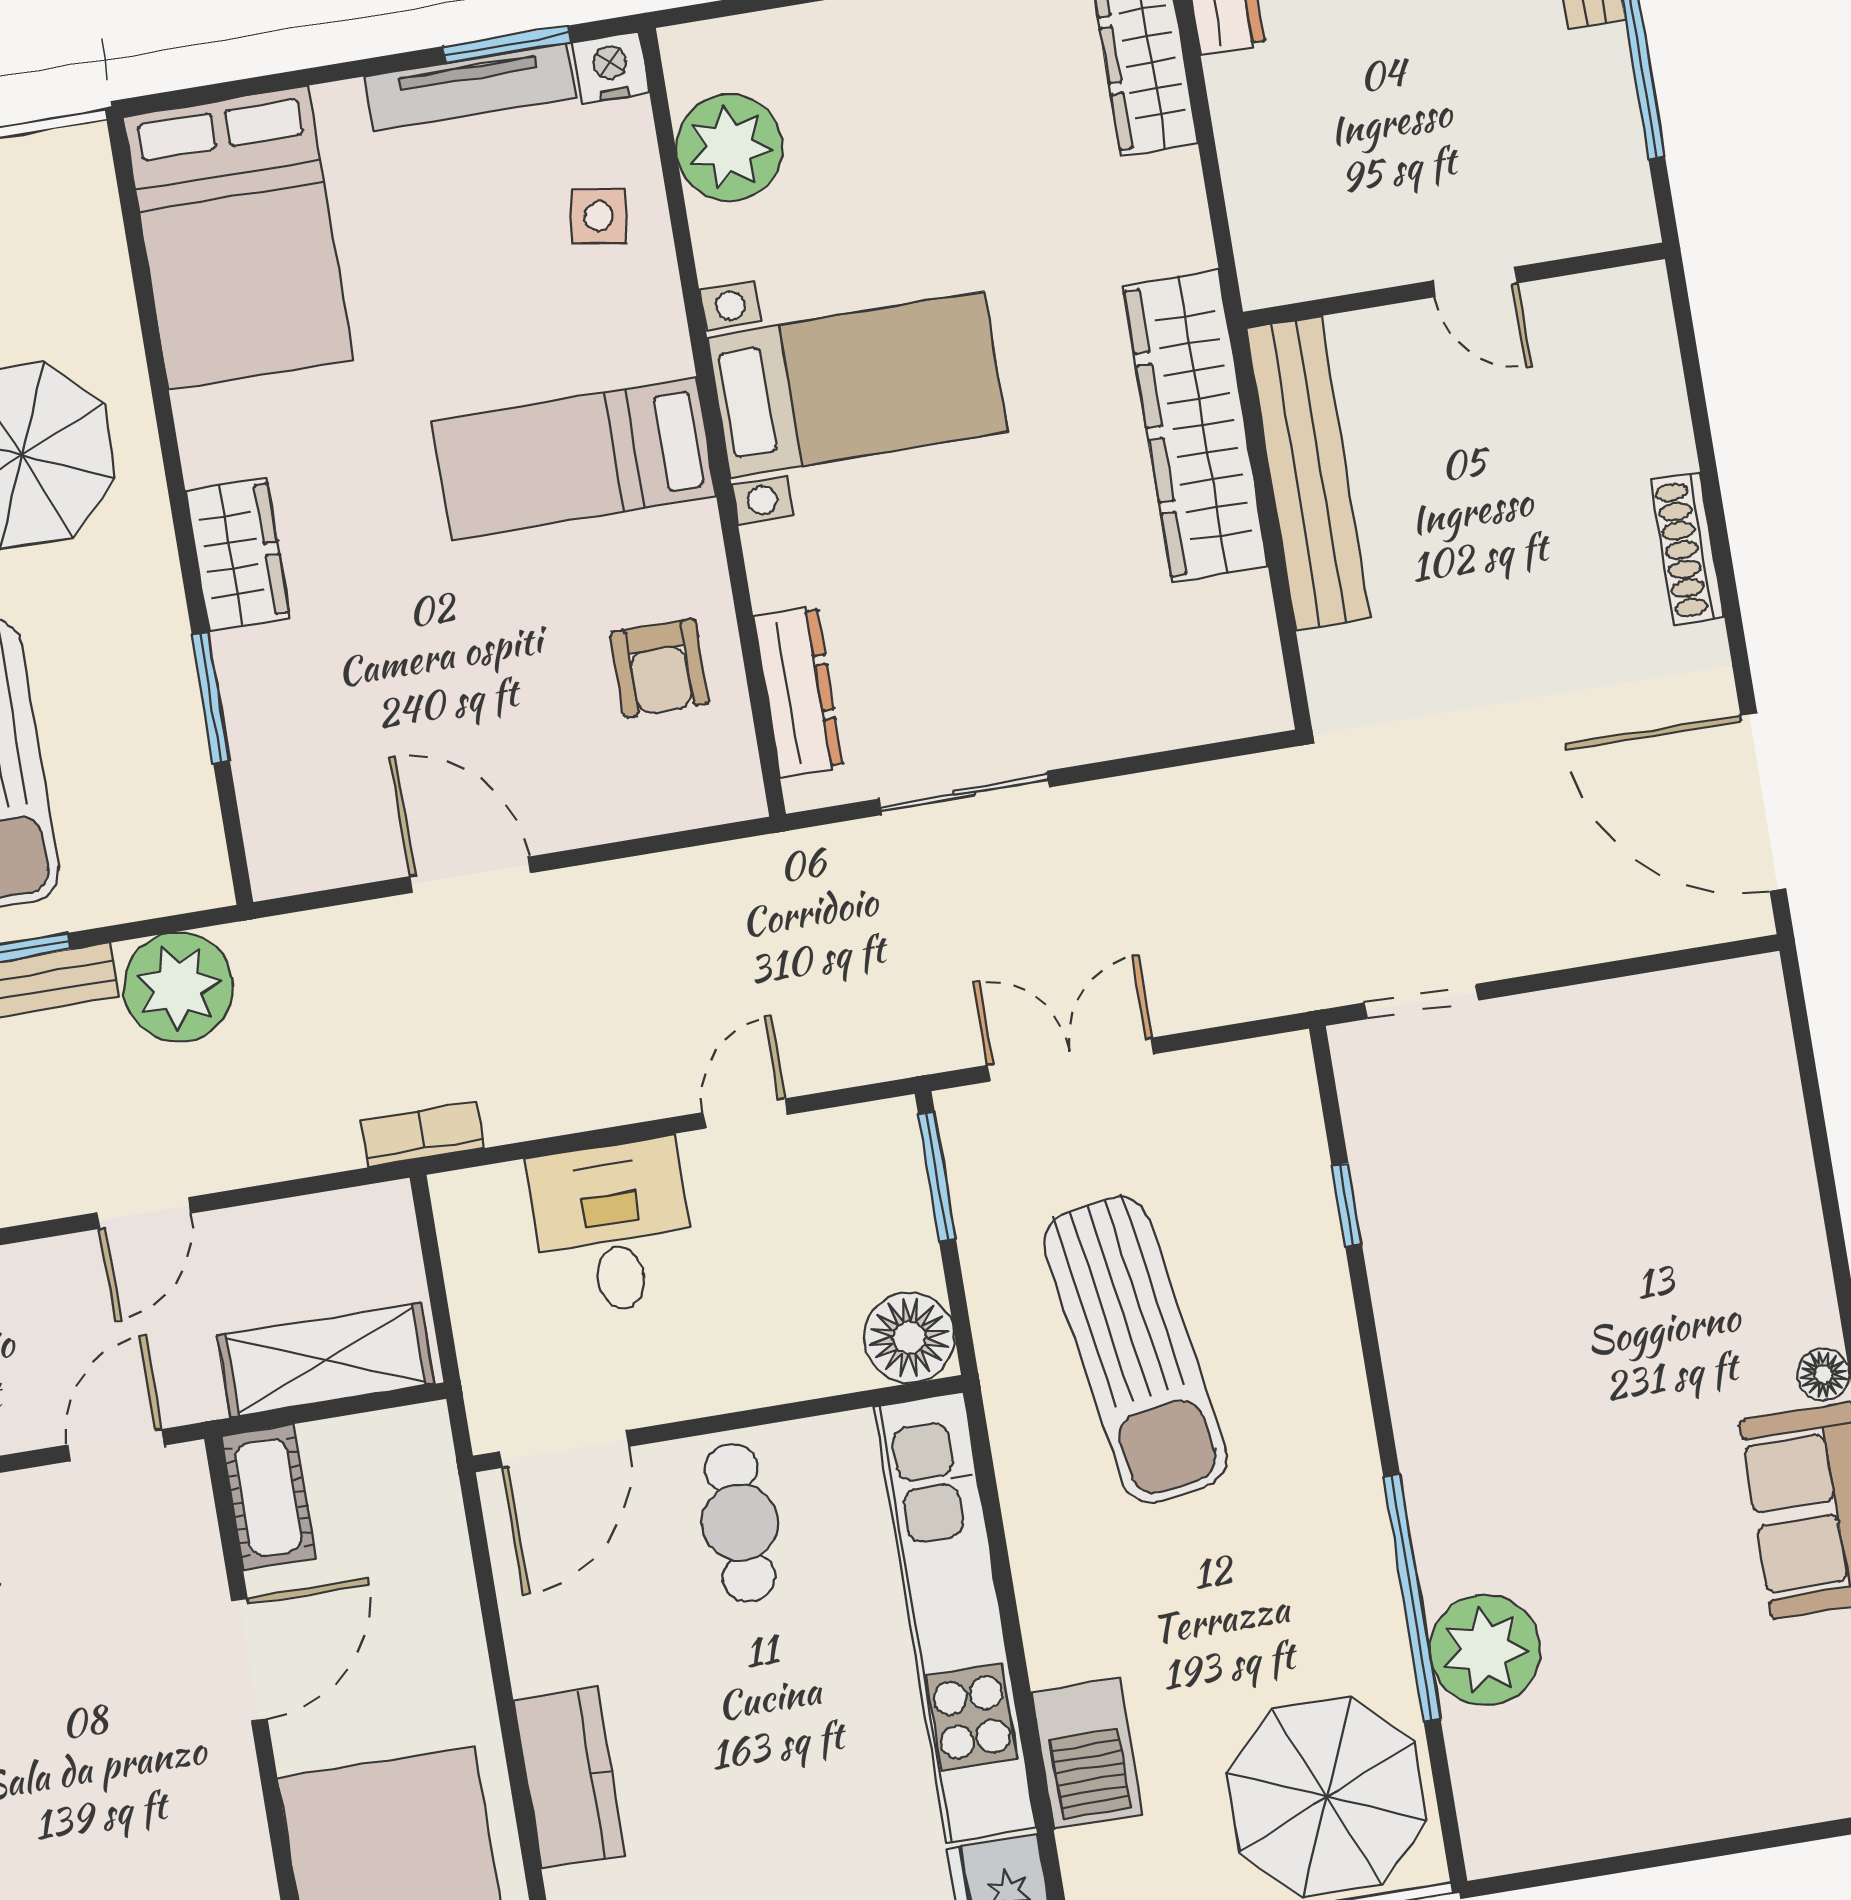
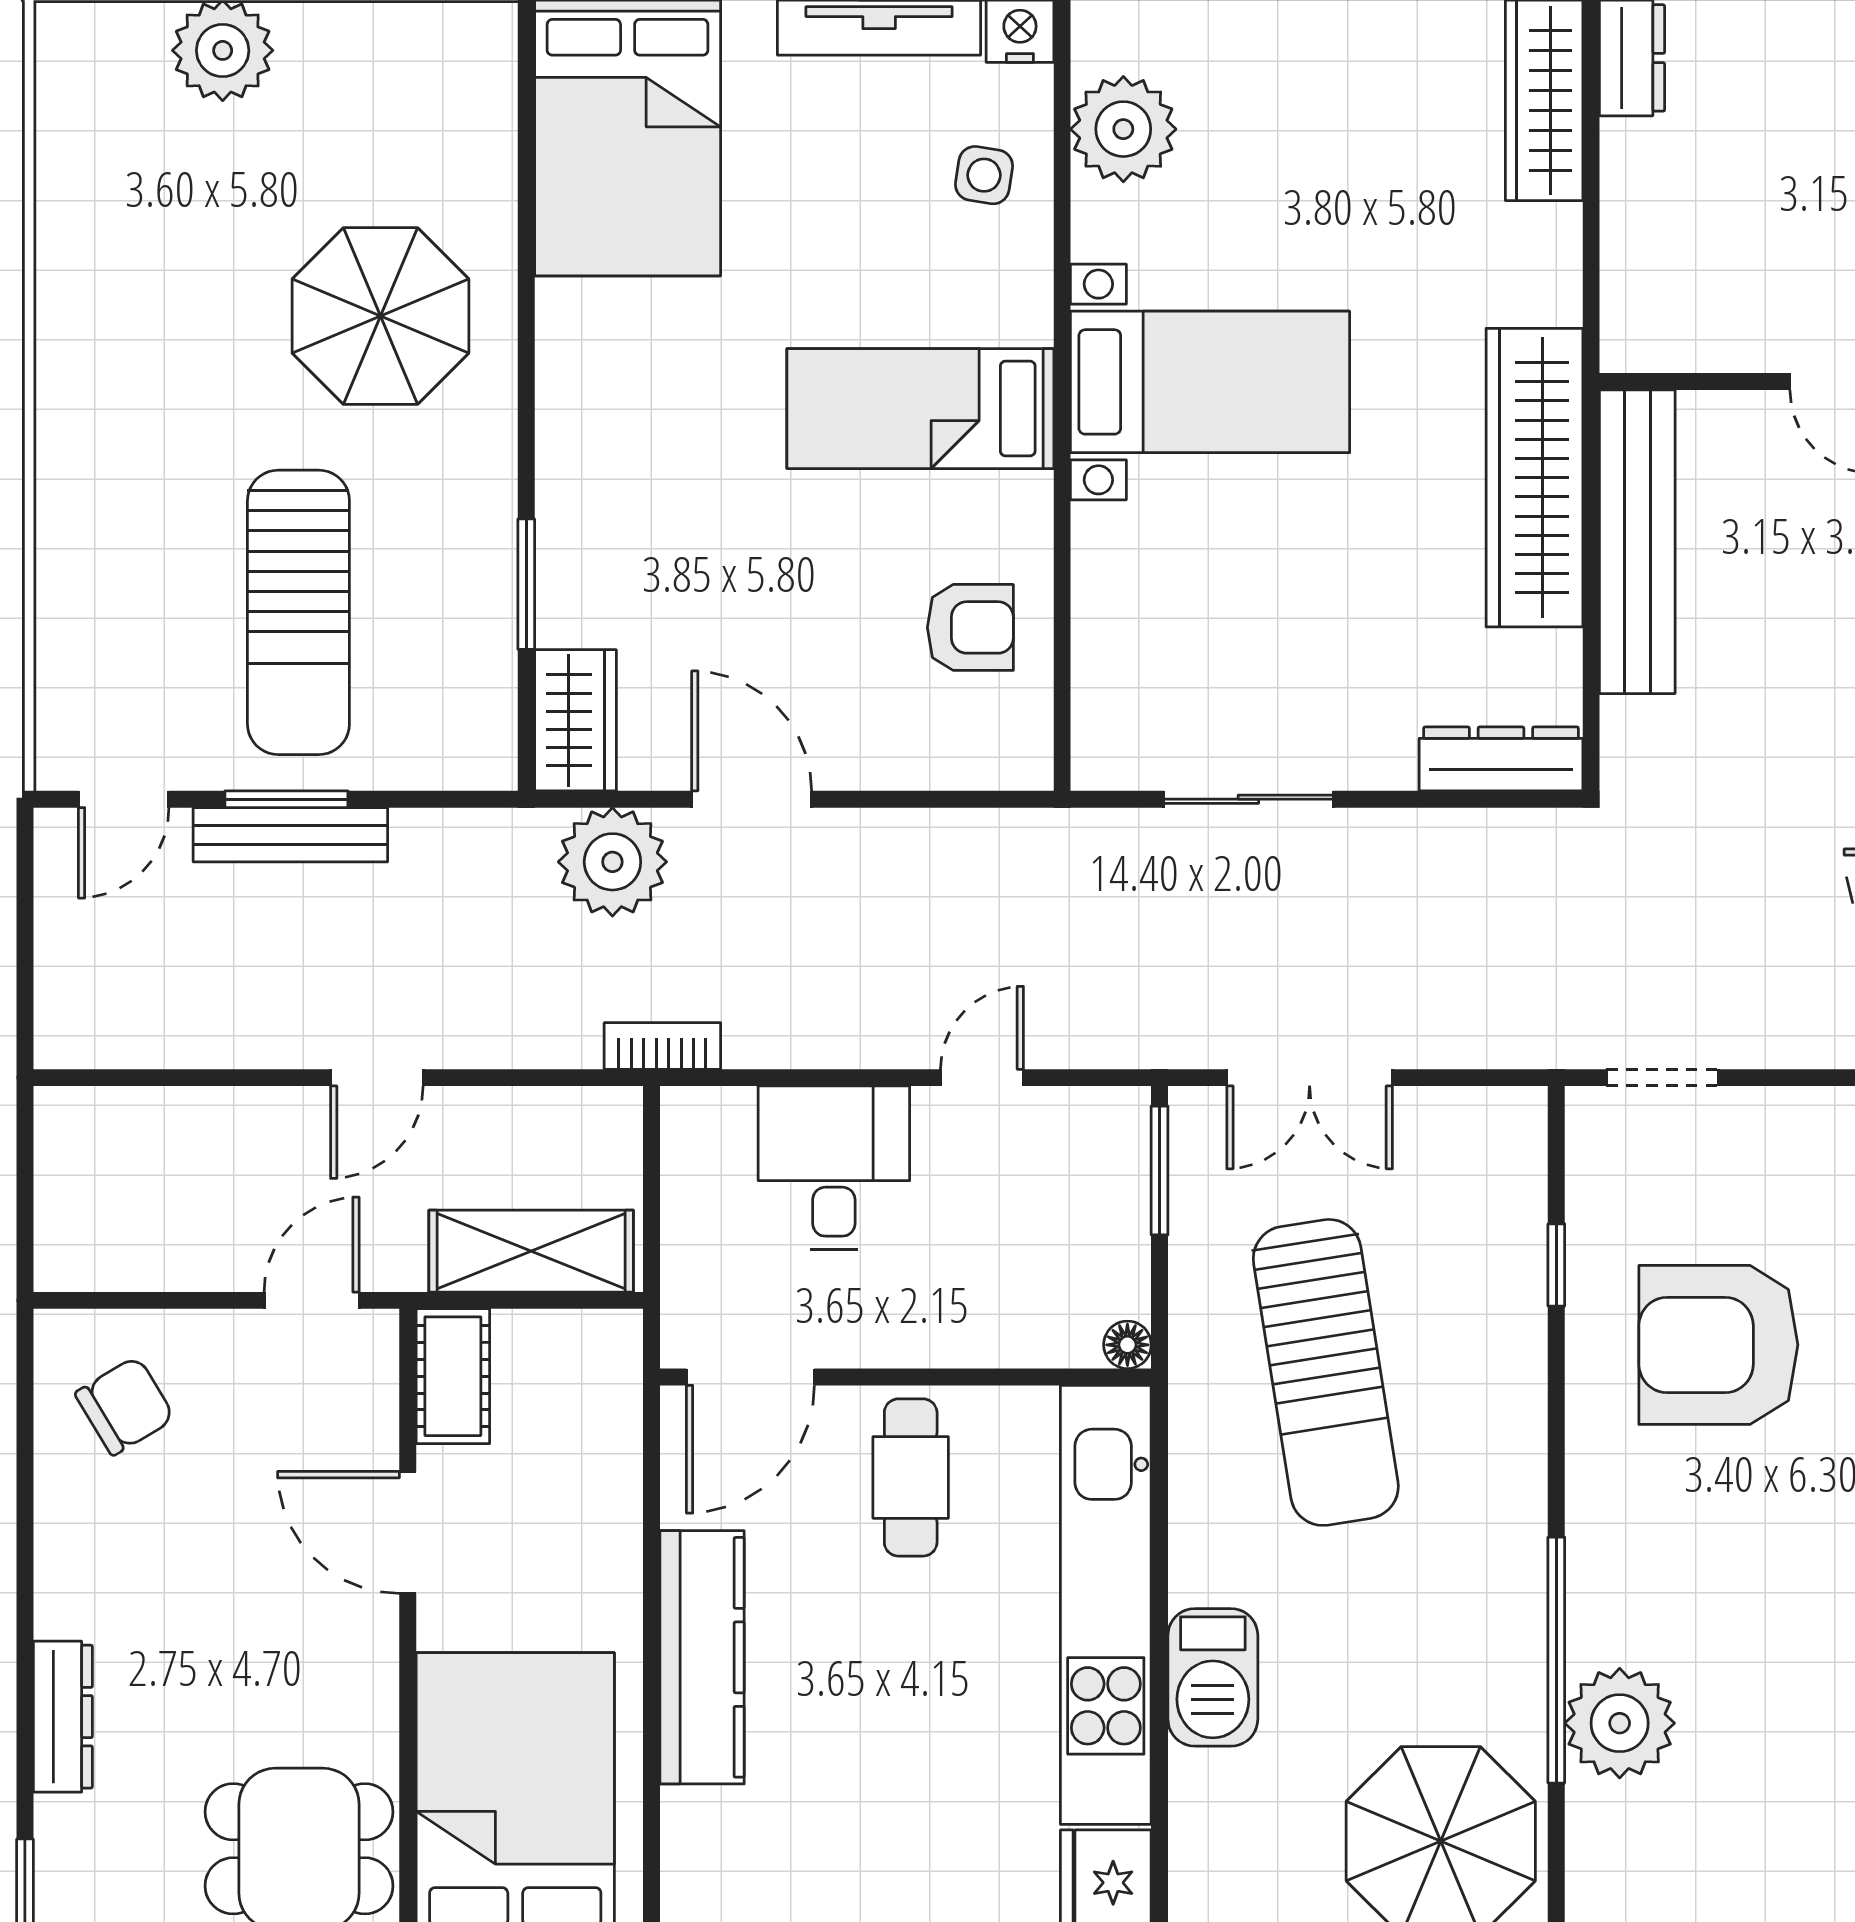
wardrobe: (237, 554) -> (575, 720), moved
armchair: (660, 668) -> (970, 627), turned -90
dresser: (798, 692) -> (1501, 759), moved, turned -90
plant: (178, 987) -> (612, 862), moved
double door: (1071, 1060) -> (1310, 1078), swing flipped
armchair: (1521, 1258) -> (1718, 1345), added
floor lamp: (909, 1338) -> (1127, 1345), width x0.53, depth x0.53
door: (249, 1660) -> (408, 1532), swing flipped
barbecue: (1087, 1754) -> (1213, 1677), moved
kitchen counter: (569, 1778) -> (702, 1657), width x1.50

